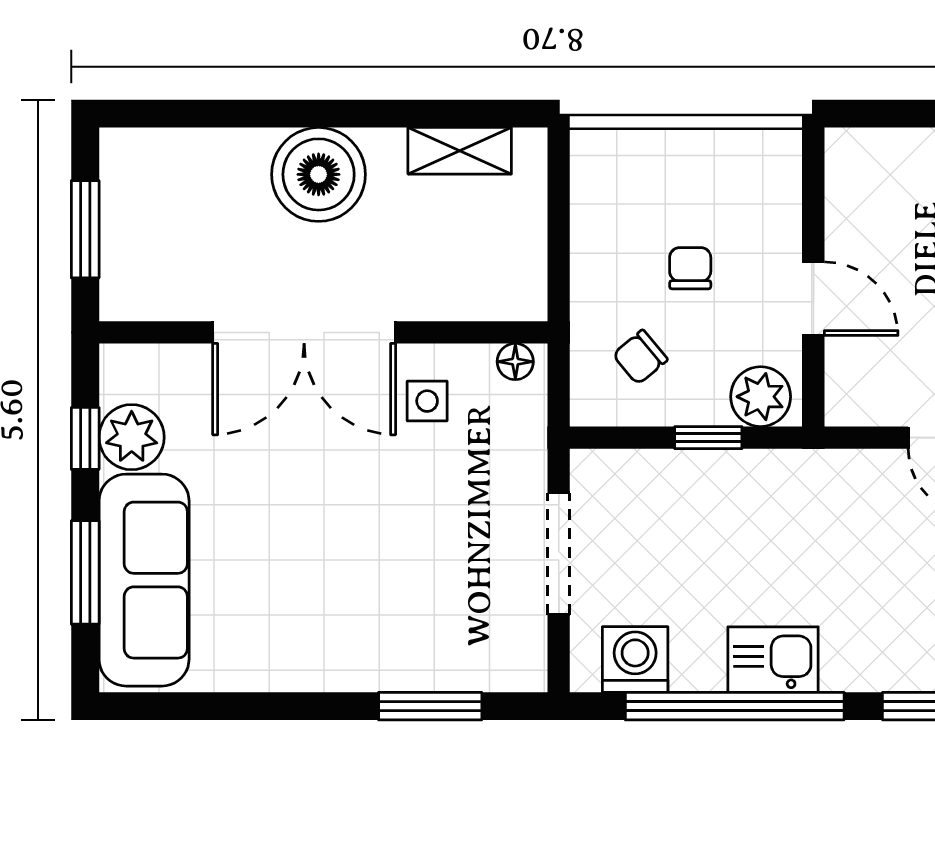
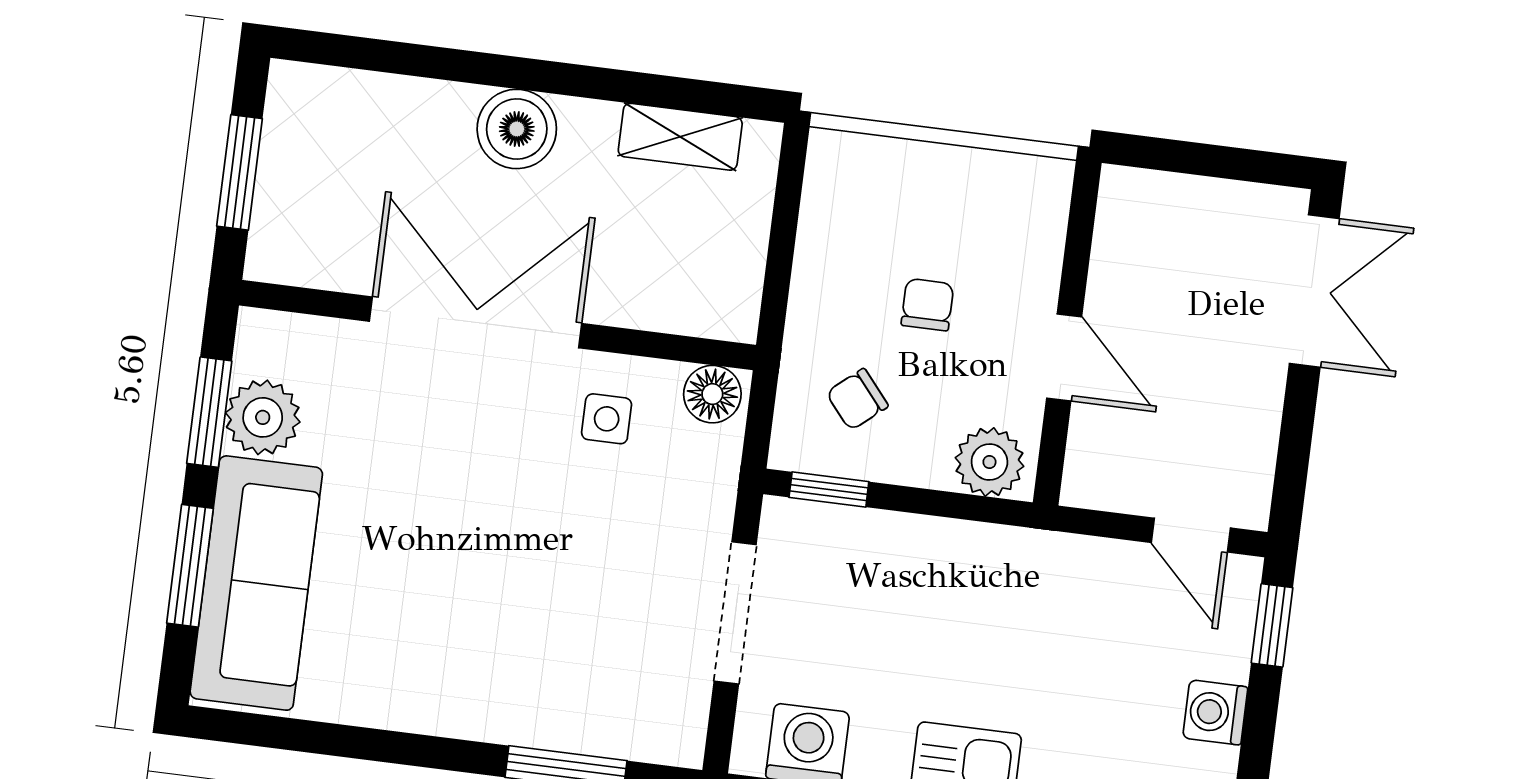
boiler: (319, 174) -> (517, 129), width x0.73, depth x0.73
double door: (304, 332) -> (476, 322), swing flipped
floor lamp: (515, 362) -> (712, 394), width x1.37, depth x1.37
window: (85, 438) -> (209, 412), width x1.50
window: (708, 438) -> (829, 489), moved

